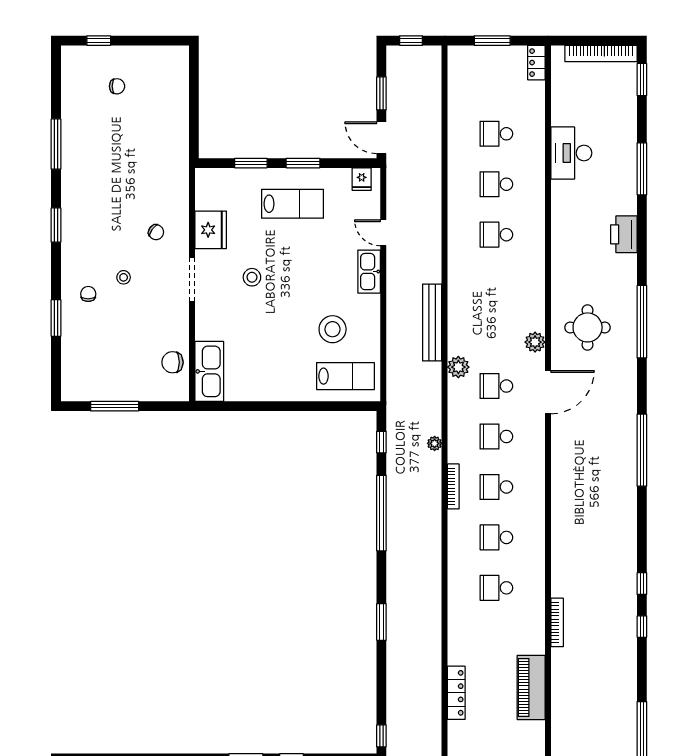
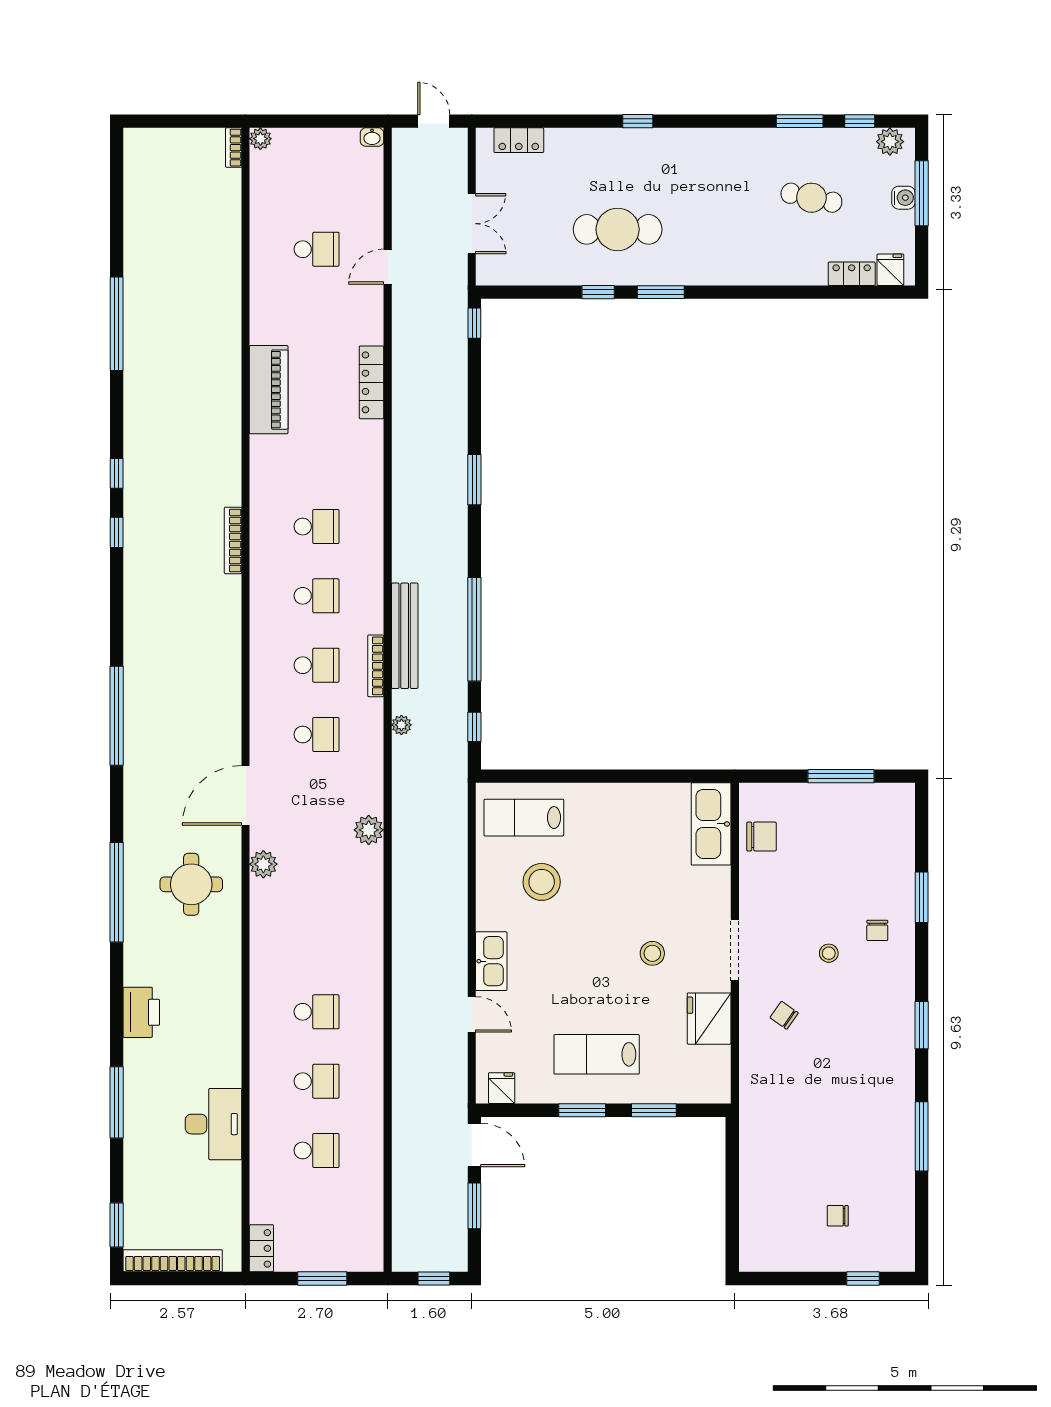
bench: (432, 322) -> (405, 636), moved
school desk: (496, 386) -> (317, 804), removed
bookcase: (557, 622) -> (233, 540), moved

